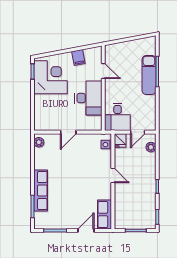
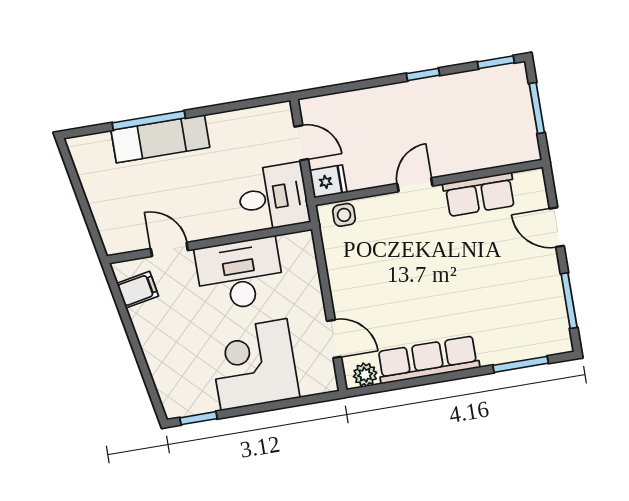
filing cabinet: (78, 57) -> (138, 290), moved
door: (103, 71) -> (169, 249), hinge flipped
corner desk: (51, 77) -> (254, 365), moved
door: (68, 132) -> (334, 339), moved
plant: (151, 147) -> (332, 105), removed
row of seats: (41, 191) -> (428, 360), moved
row of seats: (104, 215) -> (479, 195), moved

